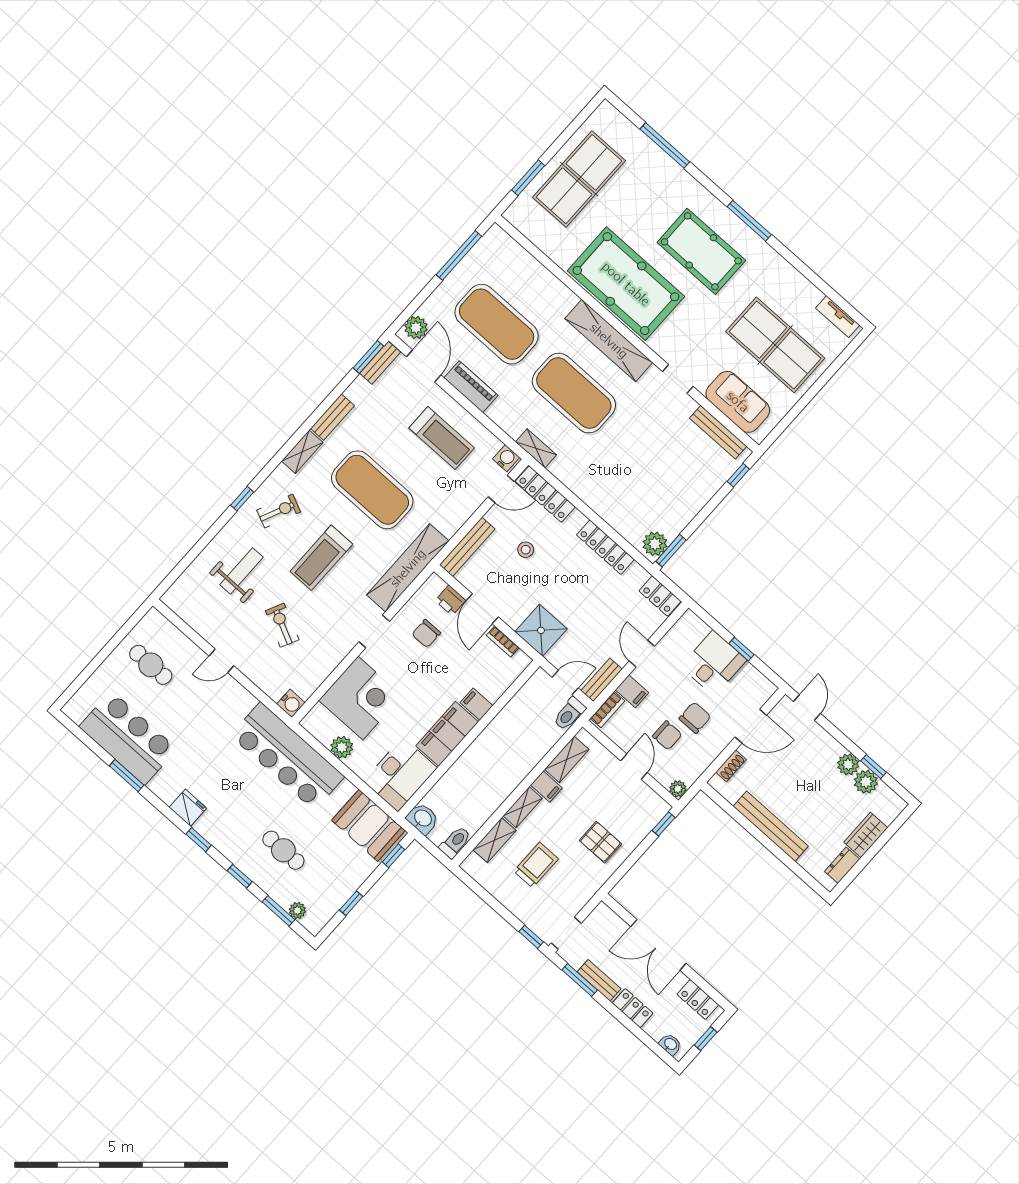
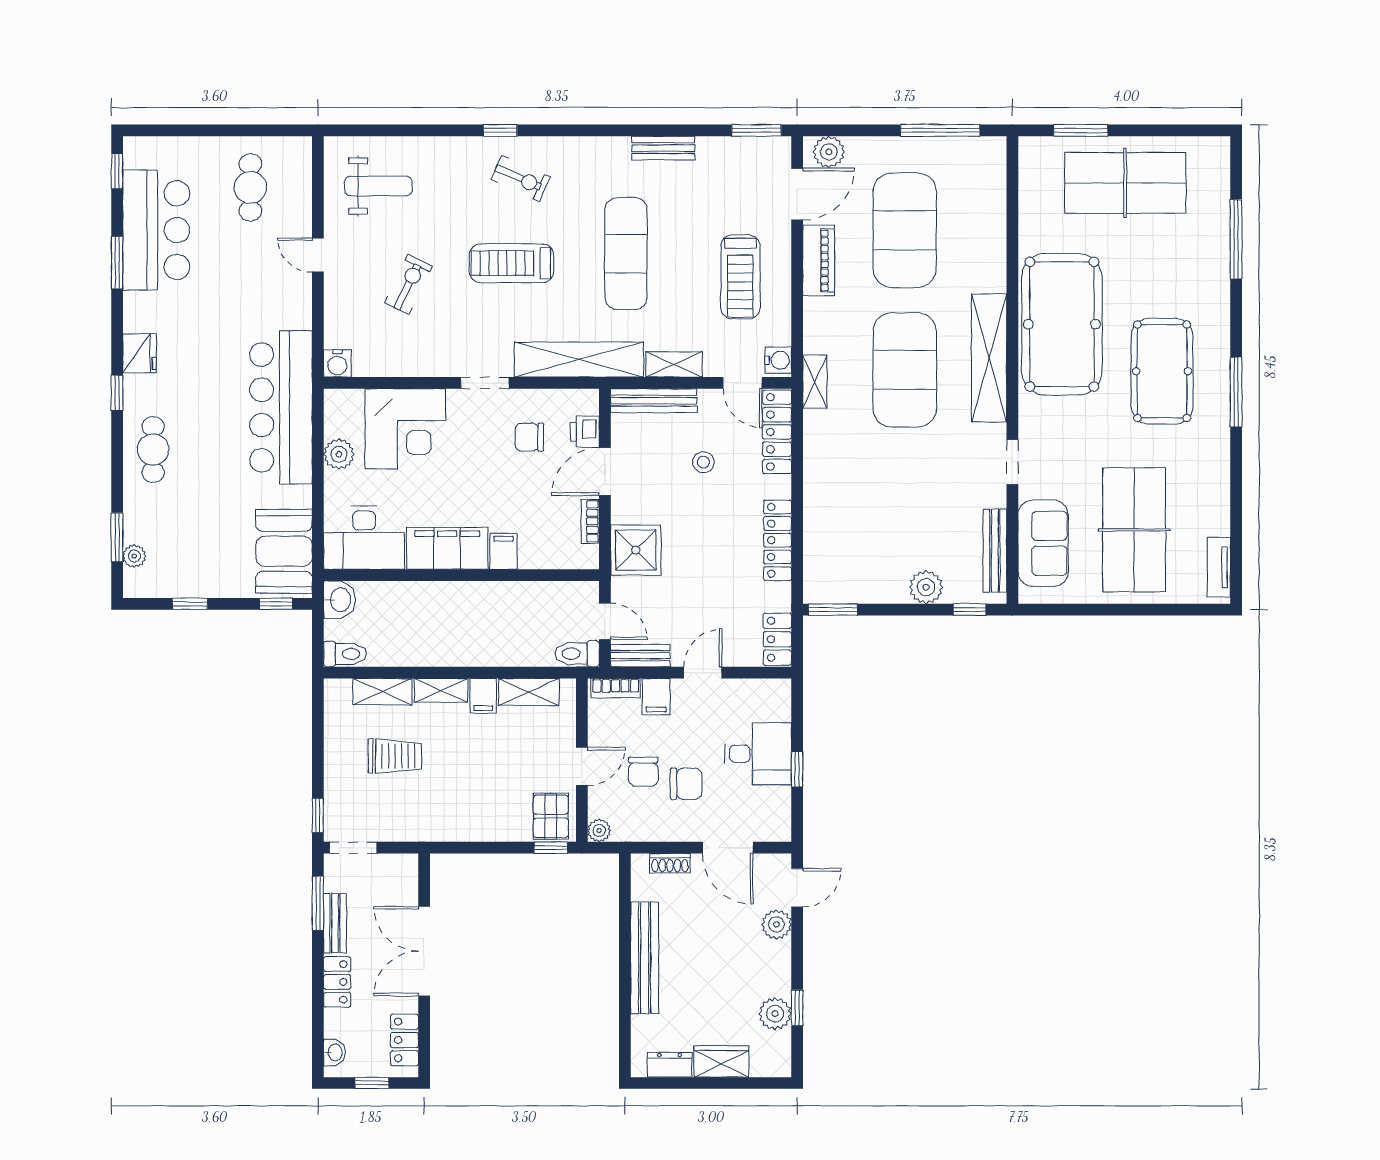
bench: (380, 363) -> (761, 147), removed
shelving: (302, 452) -> (674, 364), moved
exercise mat: (372, 490) -> (626, 254), width x0.68
plant: (655, 544) -> (926, 587), moved
weight bench: (241, 571) -> (378, 186), moved
plant: (848, 764) -> (777, 924), moved
pallet: (600, 842) -> (551, 816), moved
cafe table: (283, 850) -> (153, 449), moved
window: (240, 876) -> (117, 171), moved

